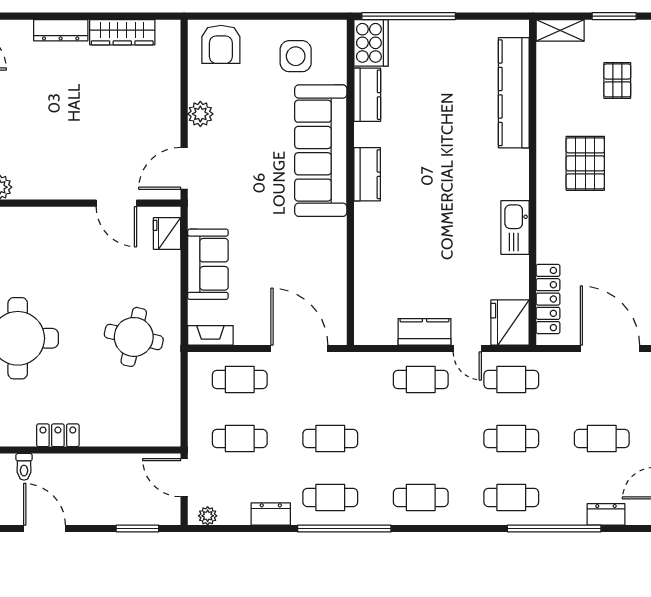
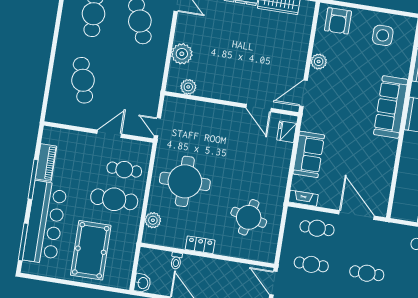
sofa: (321, 151) -> (391, 107), width x0.74, depth x0.79
round table: (134, 337) -> (249, 217), moved

